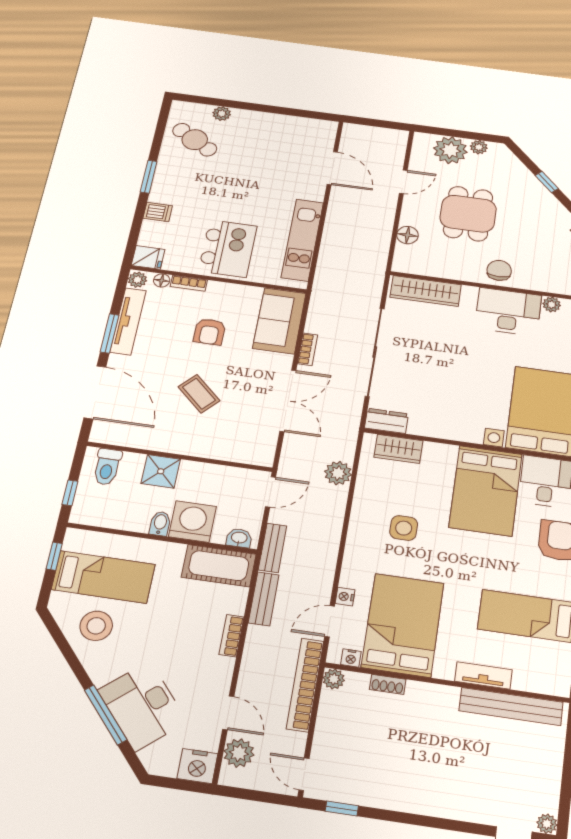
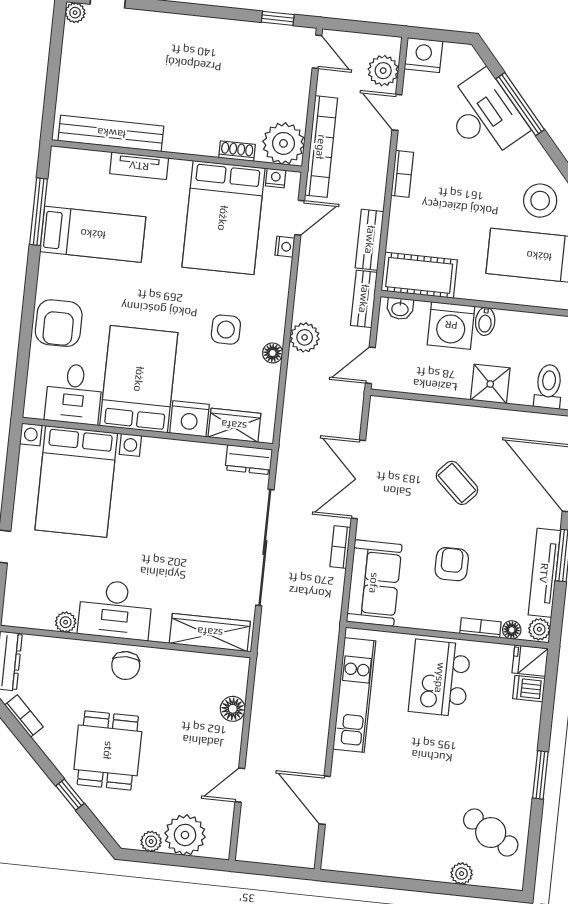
dishwasher: (158, 212) -> (529, 689), moved
dining table: (468, 214) -> (108, 750), moved
nightstand: (440, 456) -> (189, 419), added
plant: (338, 473) -> (305, 337), moved
floor lamp: (361, 506) -> (273, 353), added
bookcase: (232, 636) -> (402, 174), moved
plant: (334, 679) -> (283, 143), width x1.88, depth x1.88

